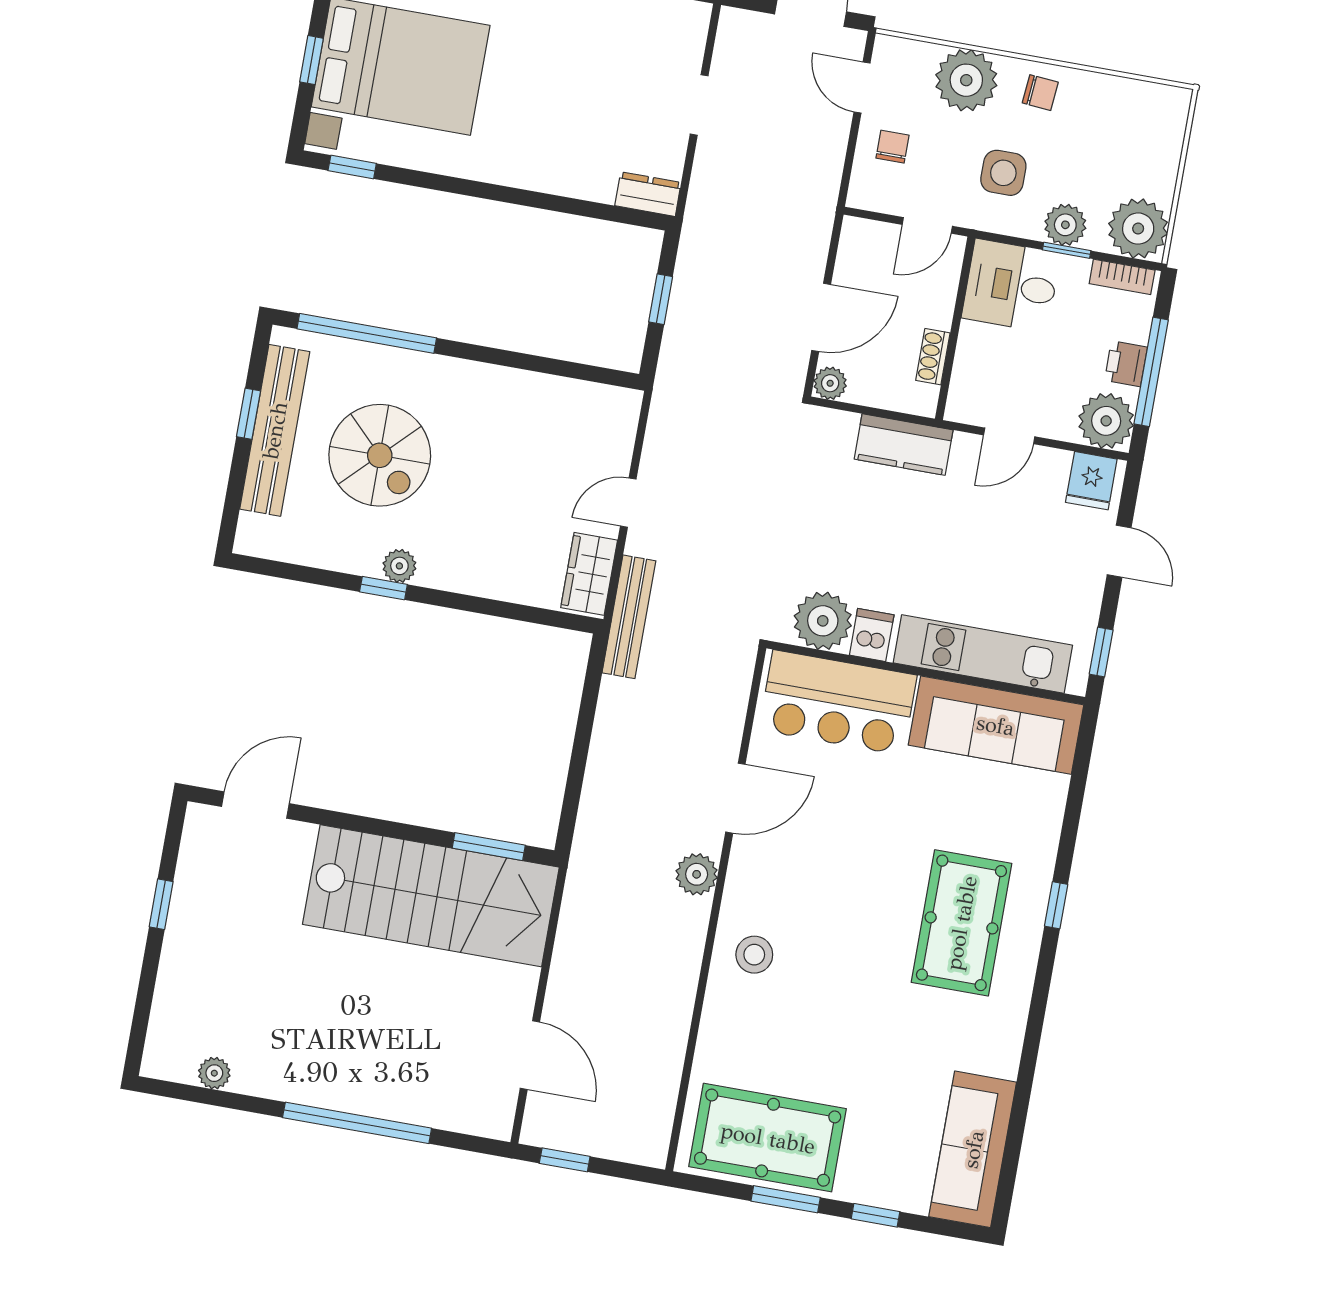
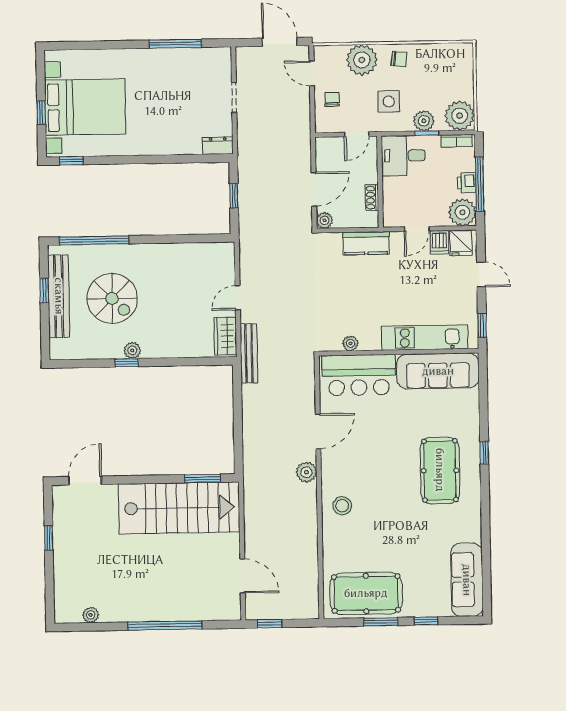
plant: (823, 621) -> (350, 343), width x0.53, depth x0.53
dishwasher: (872, 635) -> (439, 242), moved, turned 180

